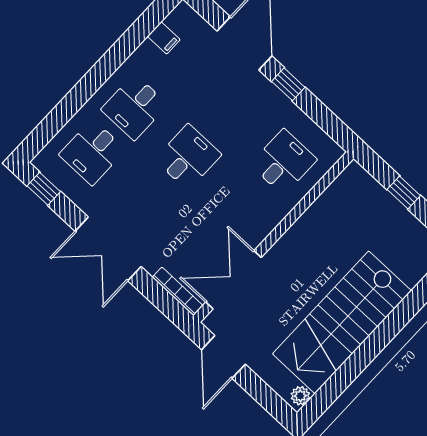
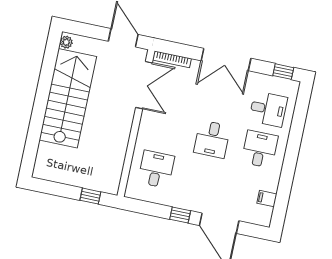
desk: (92, 152) -> (268, 109), turned 90
desk: (284, 162) -> (156, 169), turned 180
window: (404, 192) -> (90, 196), moved
double door: (108, 249) -> (226, 59), swing flipped

